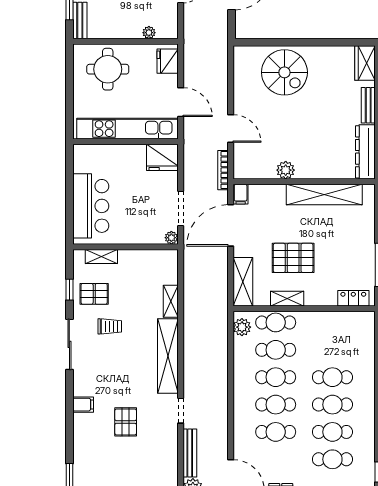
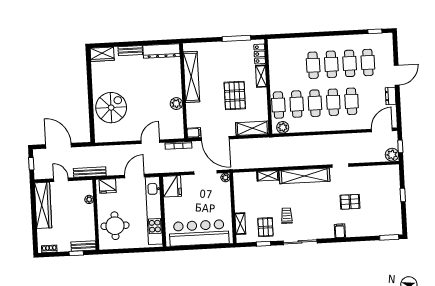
bar counter: (91, 206) -> (199, 233), width x1.36
shelving: (287, 299) -> (261, 76), moved
bench: (190, 453) -> (90, 172), moved

